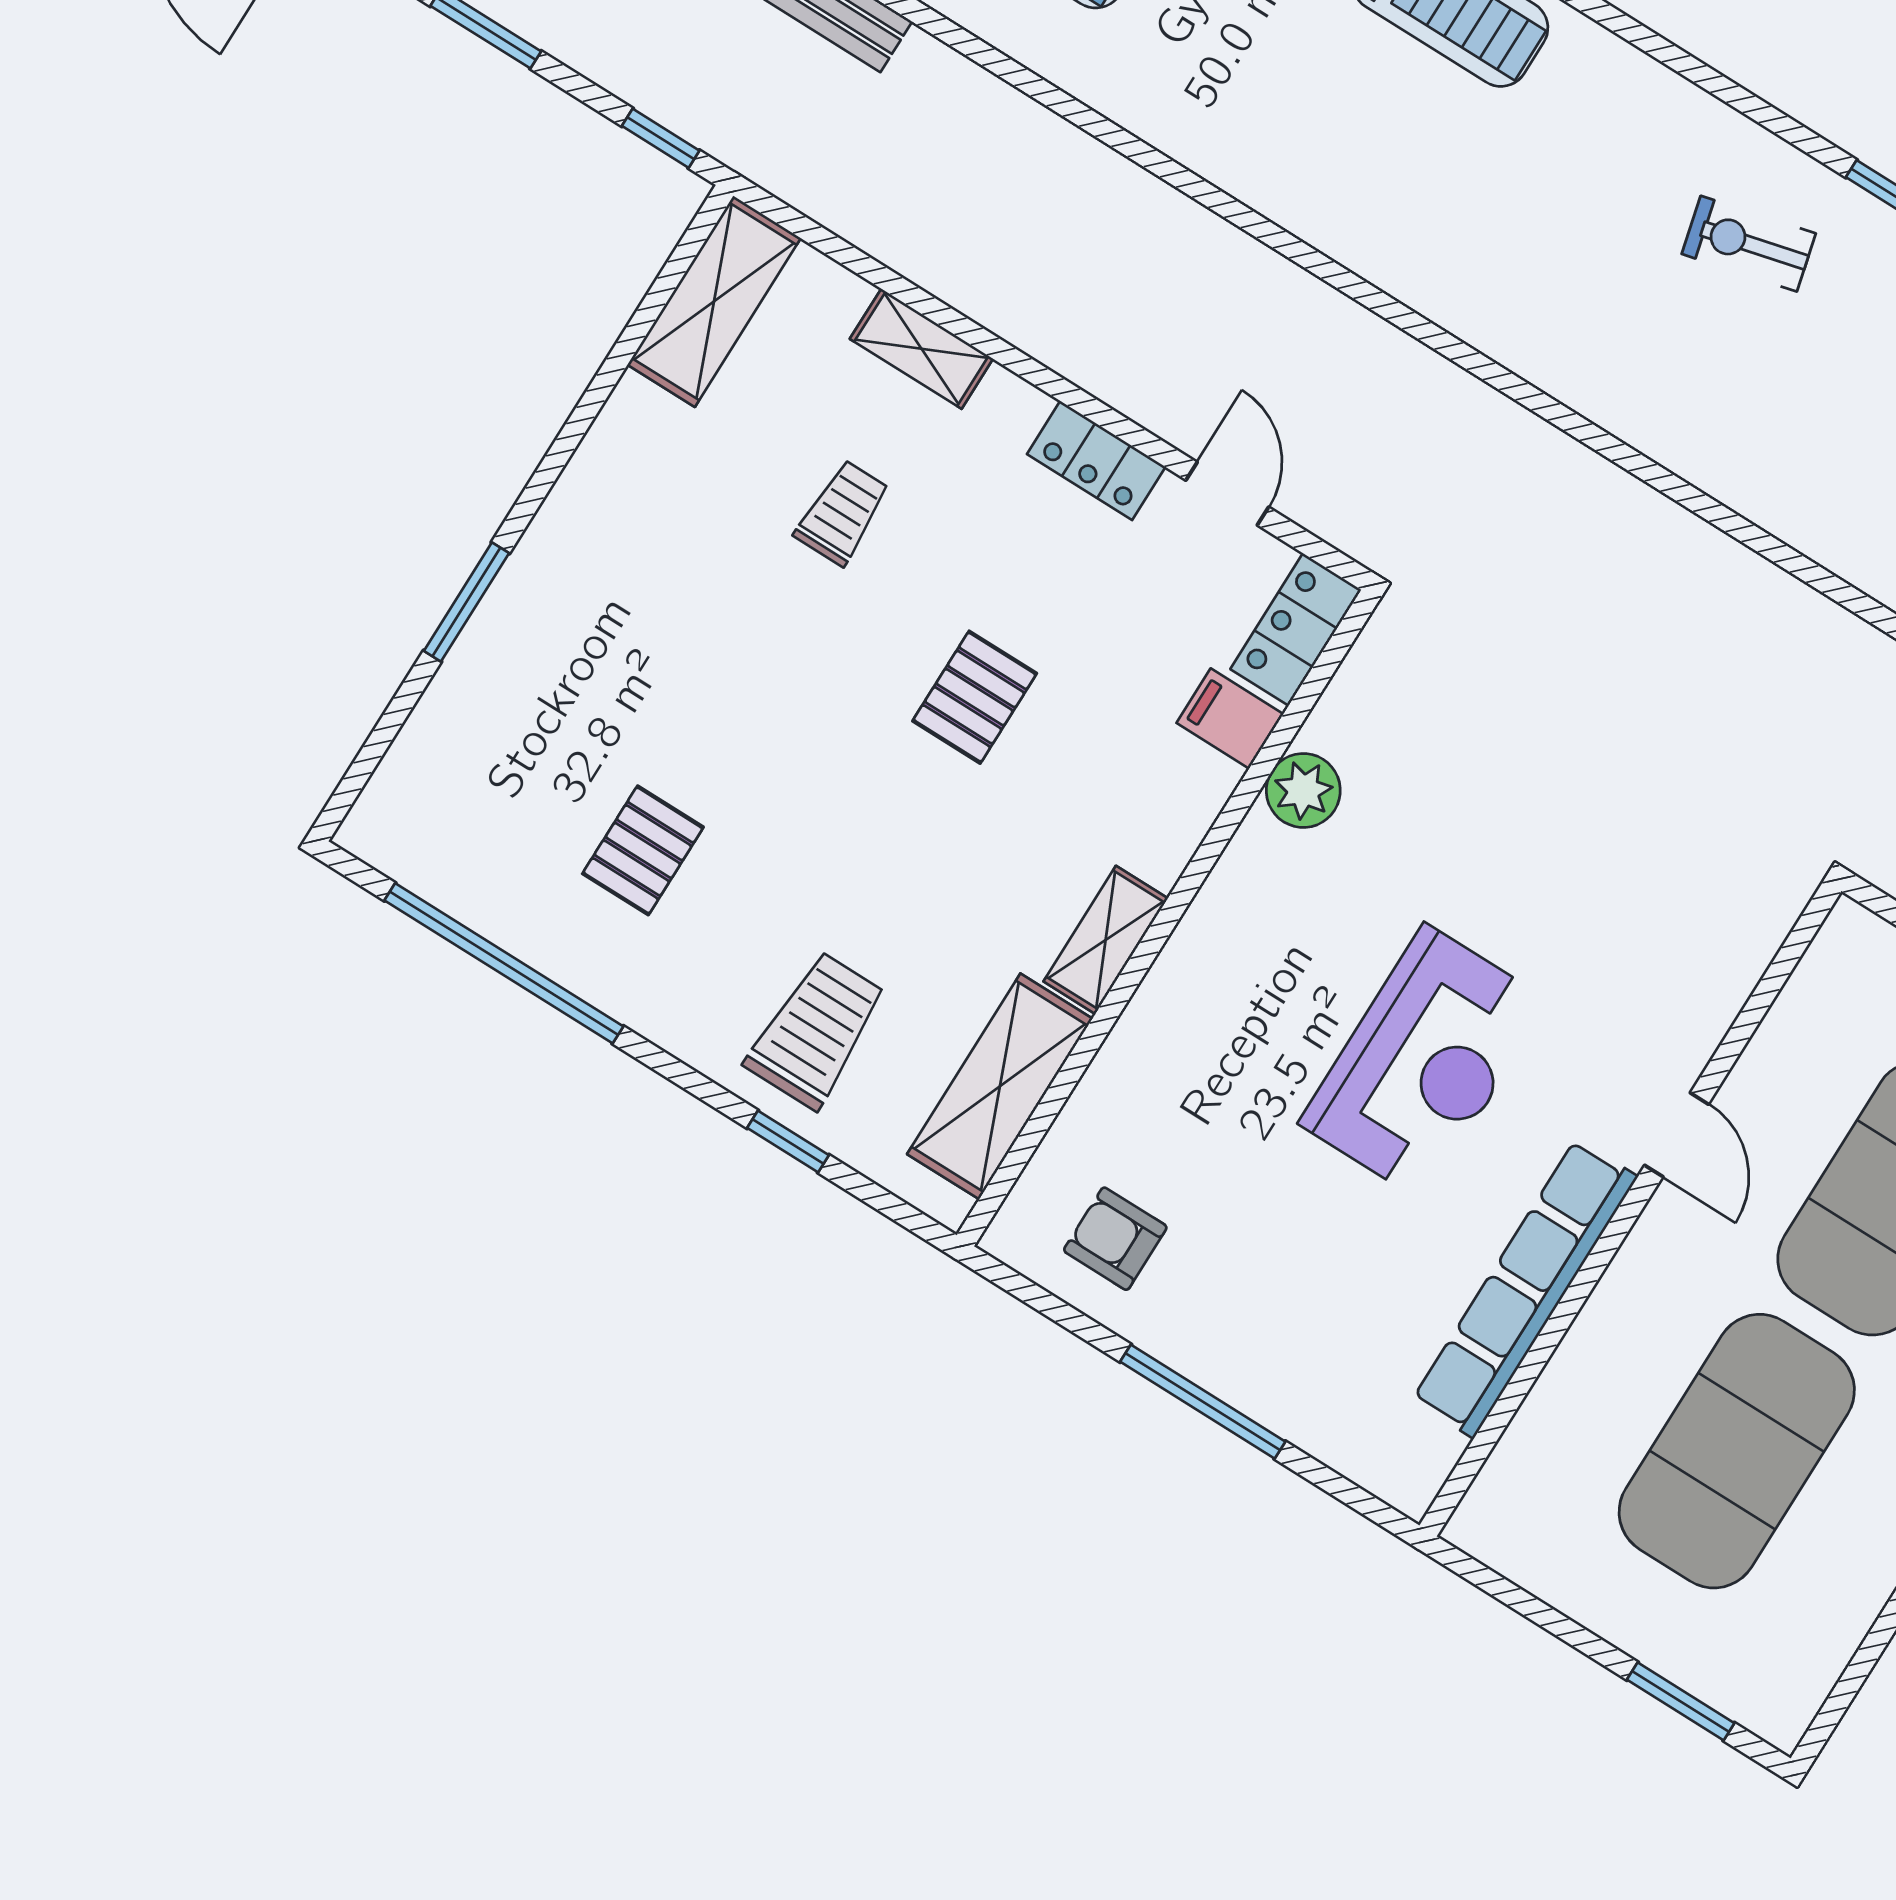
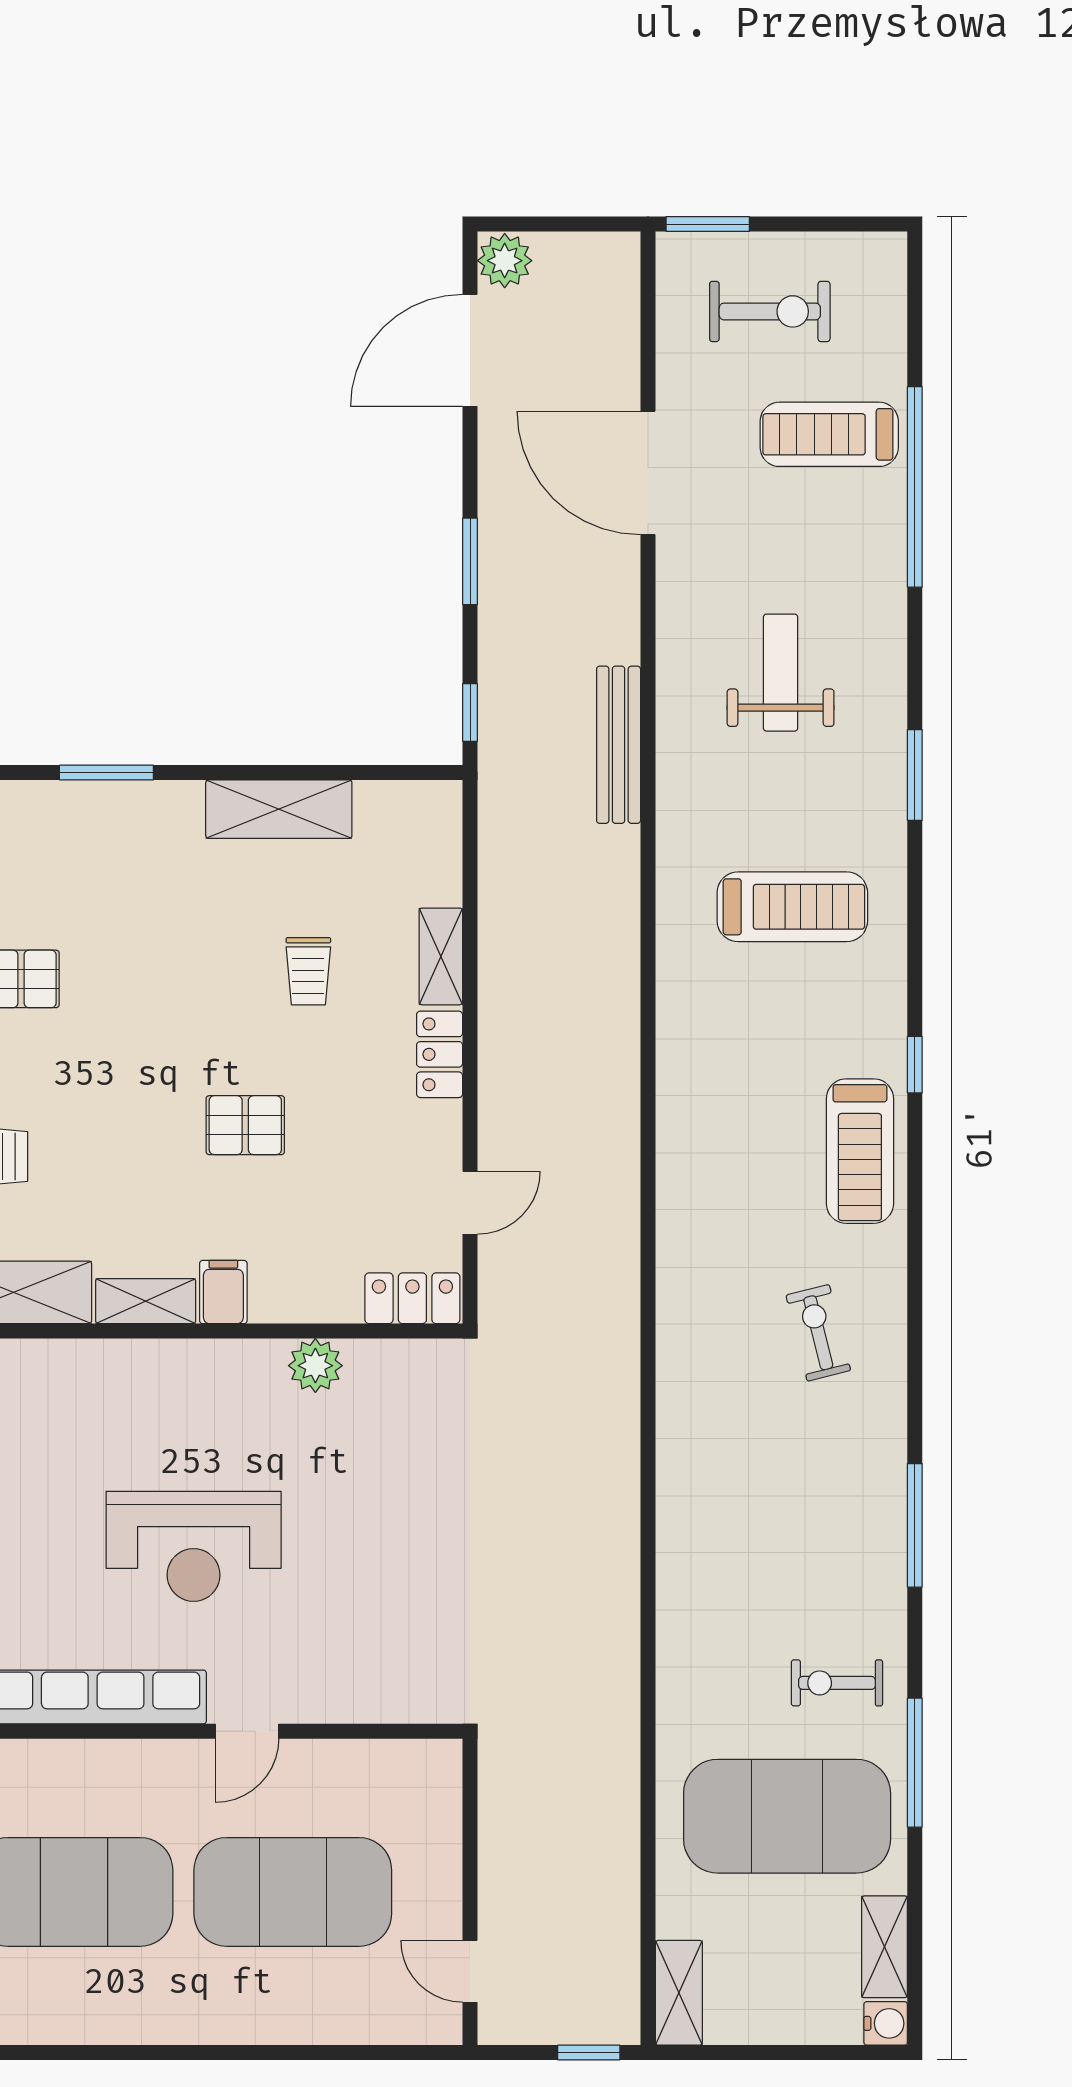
exercise bike: (1749, 244) -> (818, 1333), moved
shelving: (714, 301) -> (279, 809), moved
locker: (1096, 461) -> (440, 1054), moved
trolley: (842, 513) -> (308, 971), turned 90
filing cabinet: (1230, 718) -> (223, 1292), moved

